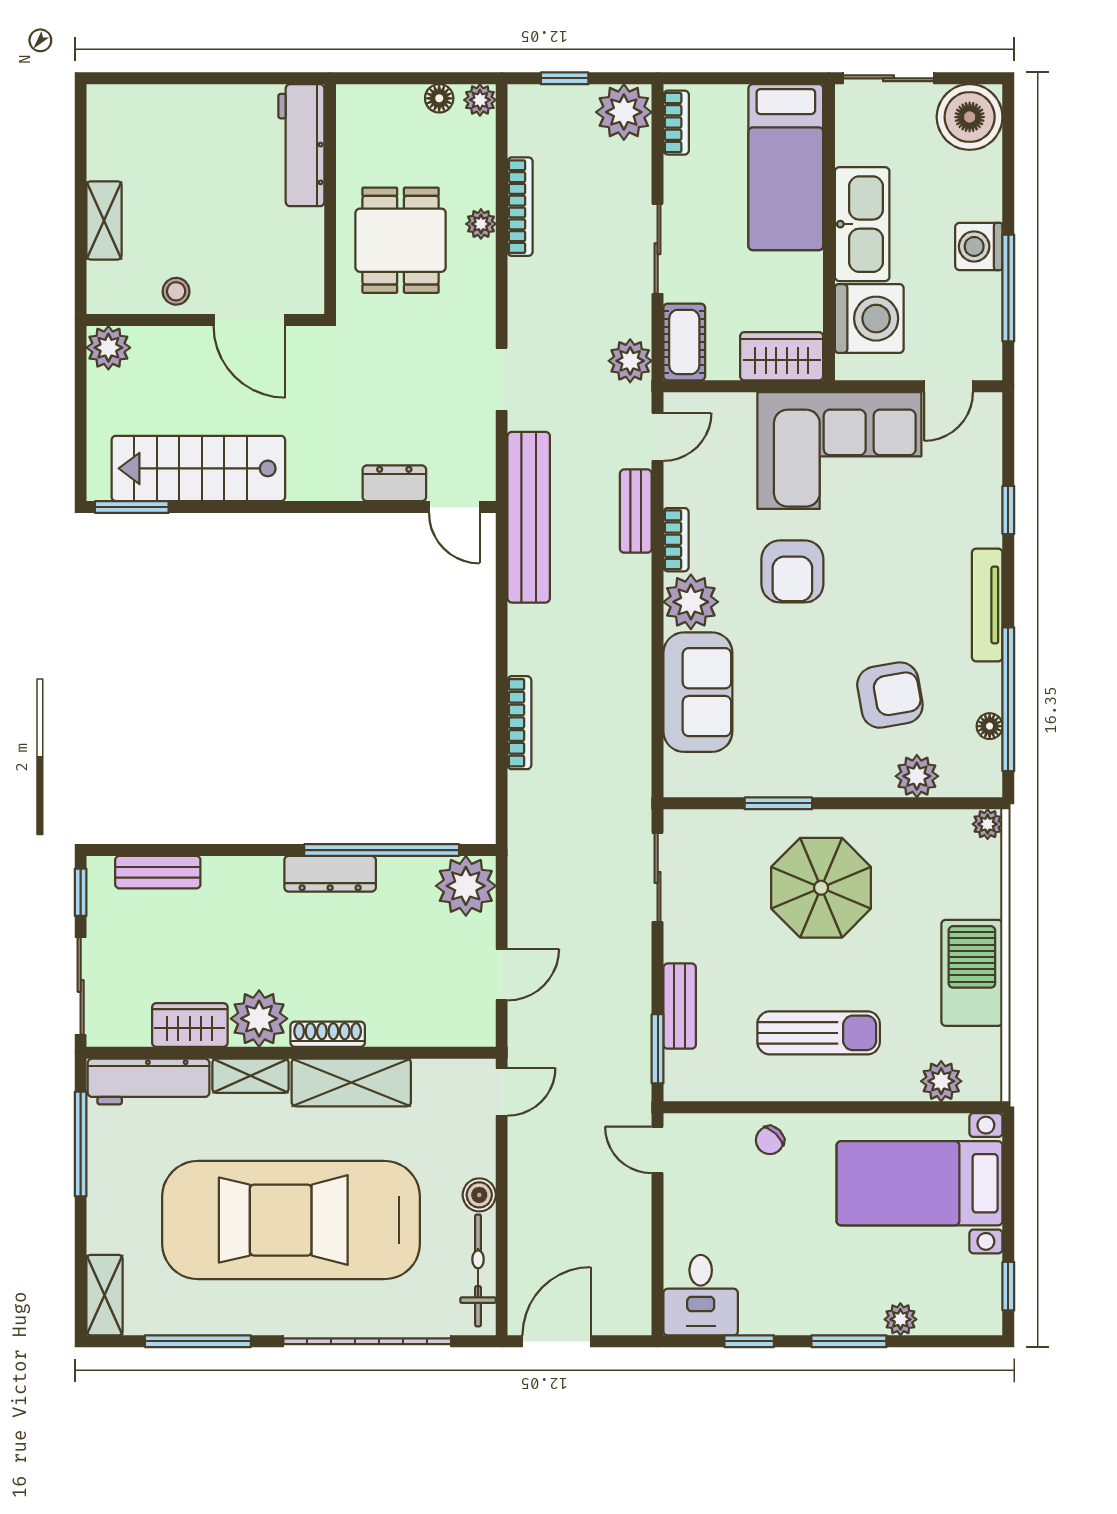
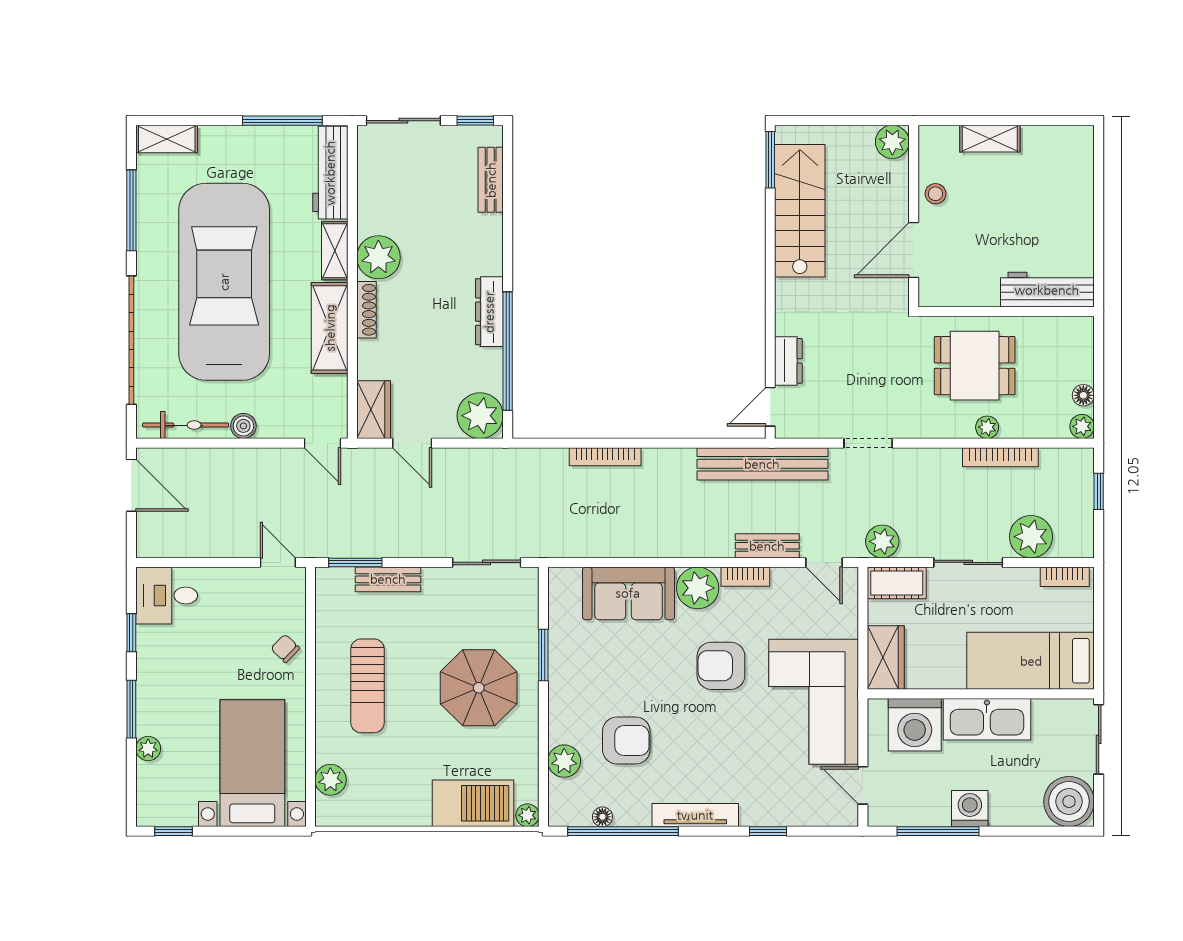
plant: (624, 112) -> (1031, 537), moved
armchair: (890, 695) -> (626, 740), turned -80
barbecue: (972, 973) -> (473, 803), moved
wardrobe: (190, 1025) -> (374, 410), moved
door: (658, 1150) -> (278, 562), hinge flipped

